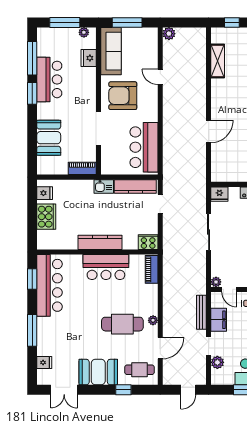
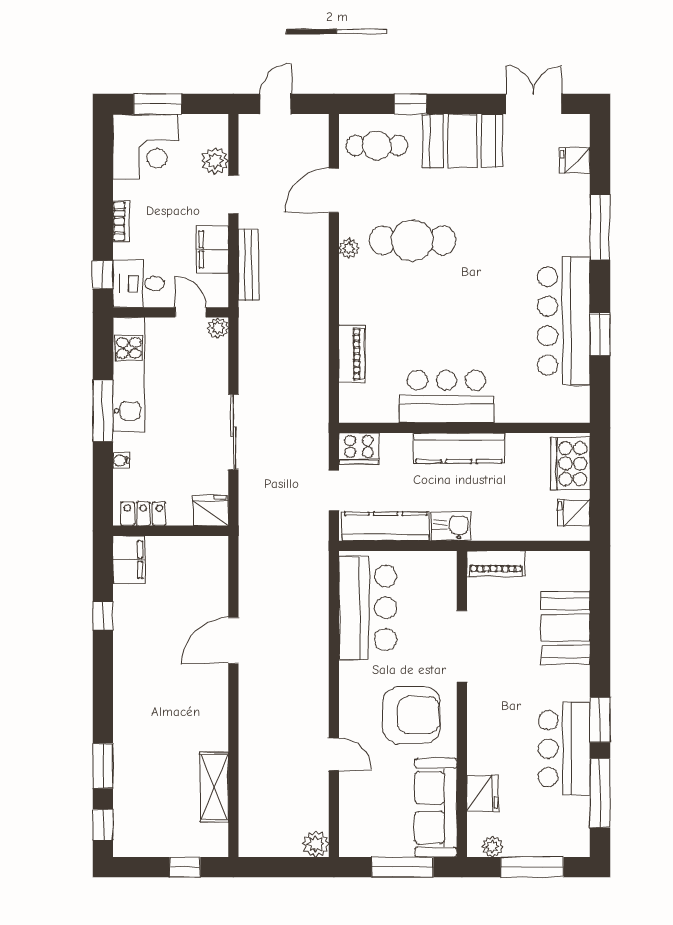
kitchen counter: (100, 242) -> (459, 448), moved
cooker: (148, 242) -> (359, 448), moved
wall: (97, 252) -> (464, 428), moved
bar counter: (106, 267) -> (446, 397), moved

